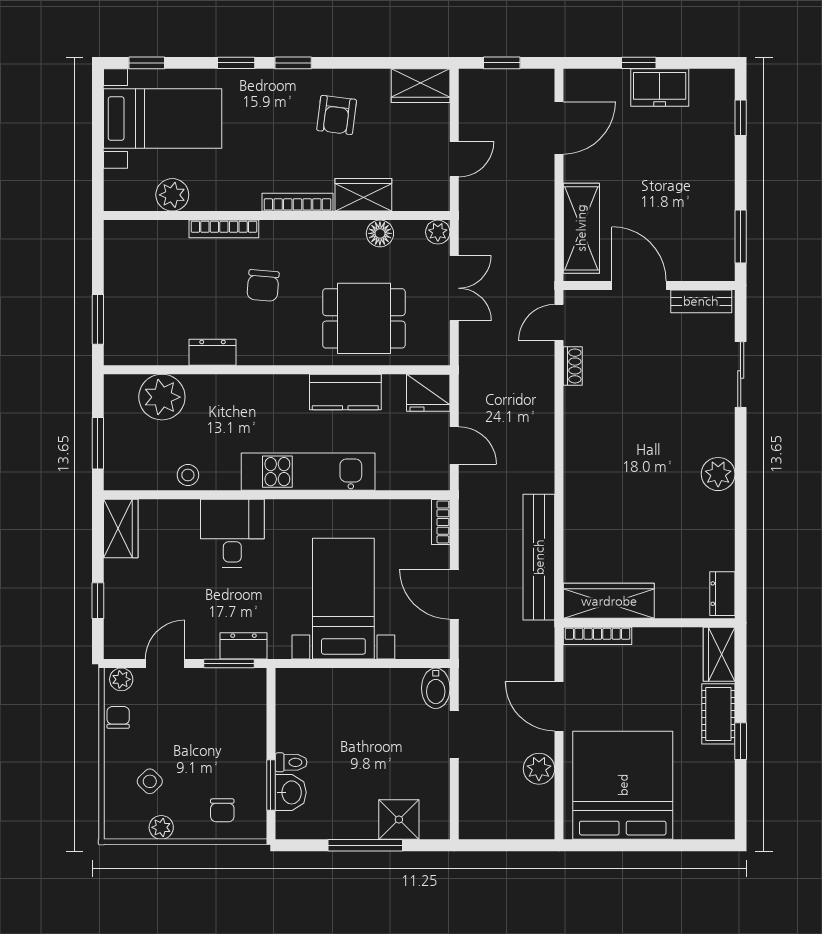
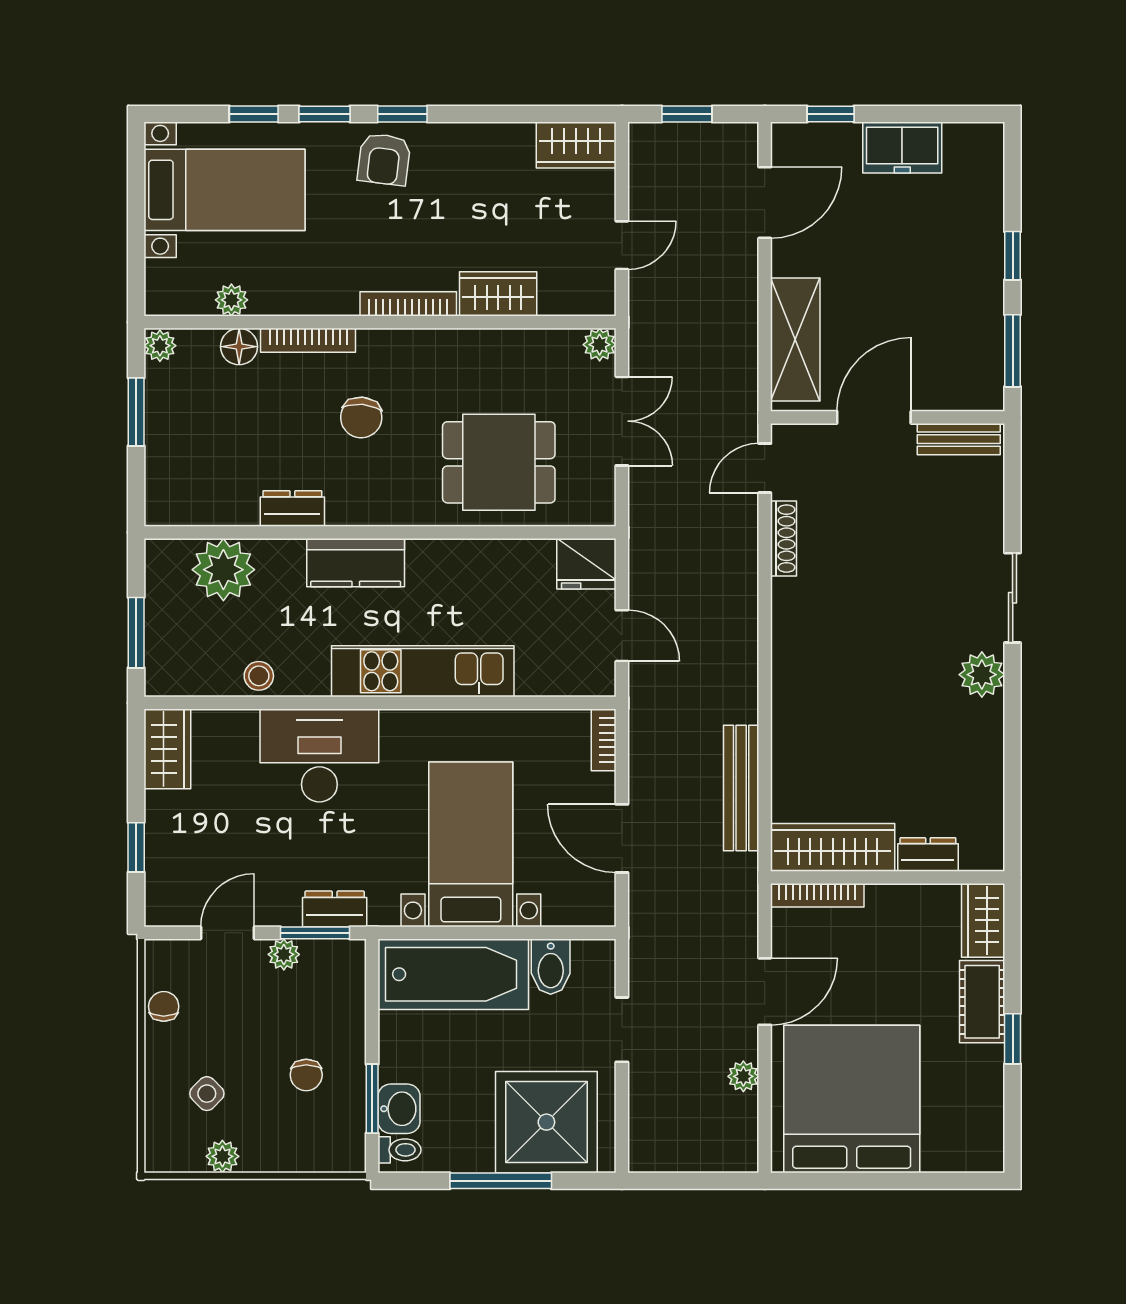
window: (147, 63) -> (254, 114), moved
window: (639, 63) -> (831, 114), moved
armchair: (337, 115) -> (384, 159), moved
window: (741, 118) -> (1013, 256), moved
plant: (172, 195) -> (231, 300), width x0.73, depth x0.73
plant: (115, 233) -> (160, 346), added
floor lamp: (380, 233) -> (239, 347), moved
door: (639, 285) -> (874, 417), hinge flipped
window: (98, 319) -> (136, 412), moved
shoe rack: (573, 366) -> (783, 539), width x1.43
sliding door: (741, 374) -> (1013, 598), moved
kitchen counter: (345, 392) -> (356, 563), moved
desk: (232, 533) -> (319, 755), width x1.37
bench: (539, 557) -> (741, 788), width x0.73, depth x0.82
dresser: (722, 594) -> (928, 854), moved, turned 90
plant: (121, 679) -> (284, 954), moved
bidet: (436, 688) -> (551, 967), moved
bathtub: (330, 694) -> (453, 974), added
door: (559, 707) -> (765, 992), swing flipped
toilet: (291, 762) -> (399, 1150), moved
plant: (539, 769) -> (743, 1076), width x0.73, depth x0.73
chair: (222, 810) -> (306, 1075), moved
shower: (399, 819) -> (546, 1122), width x1.86, depth x1.86

